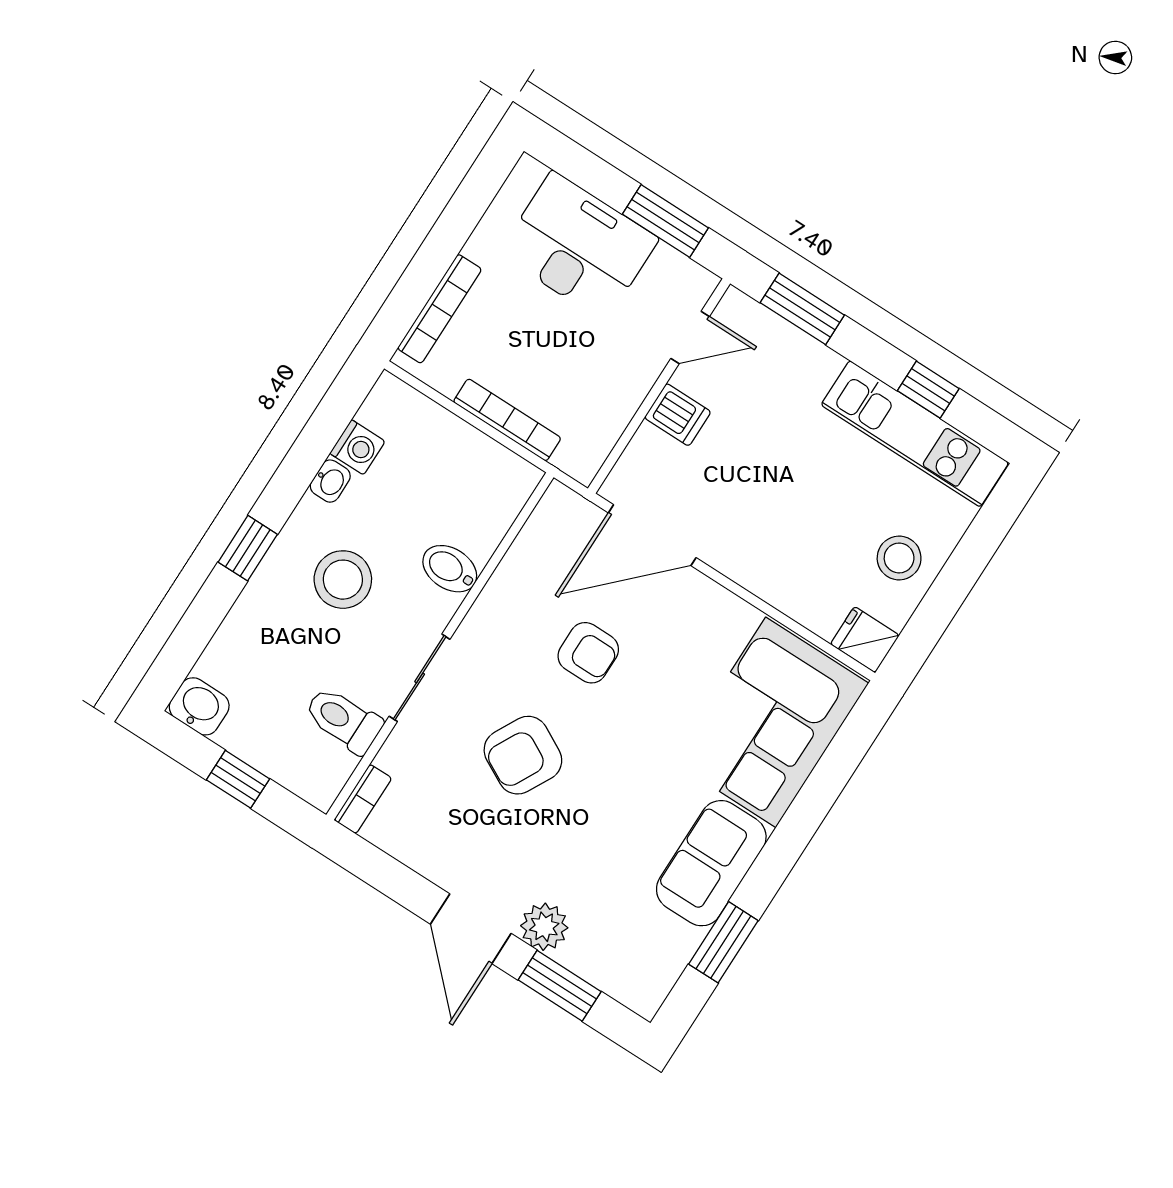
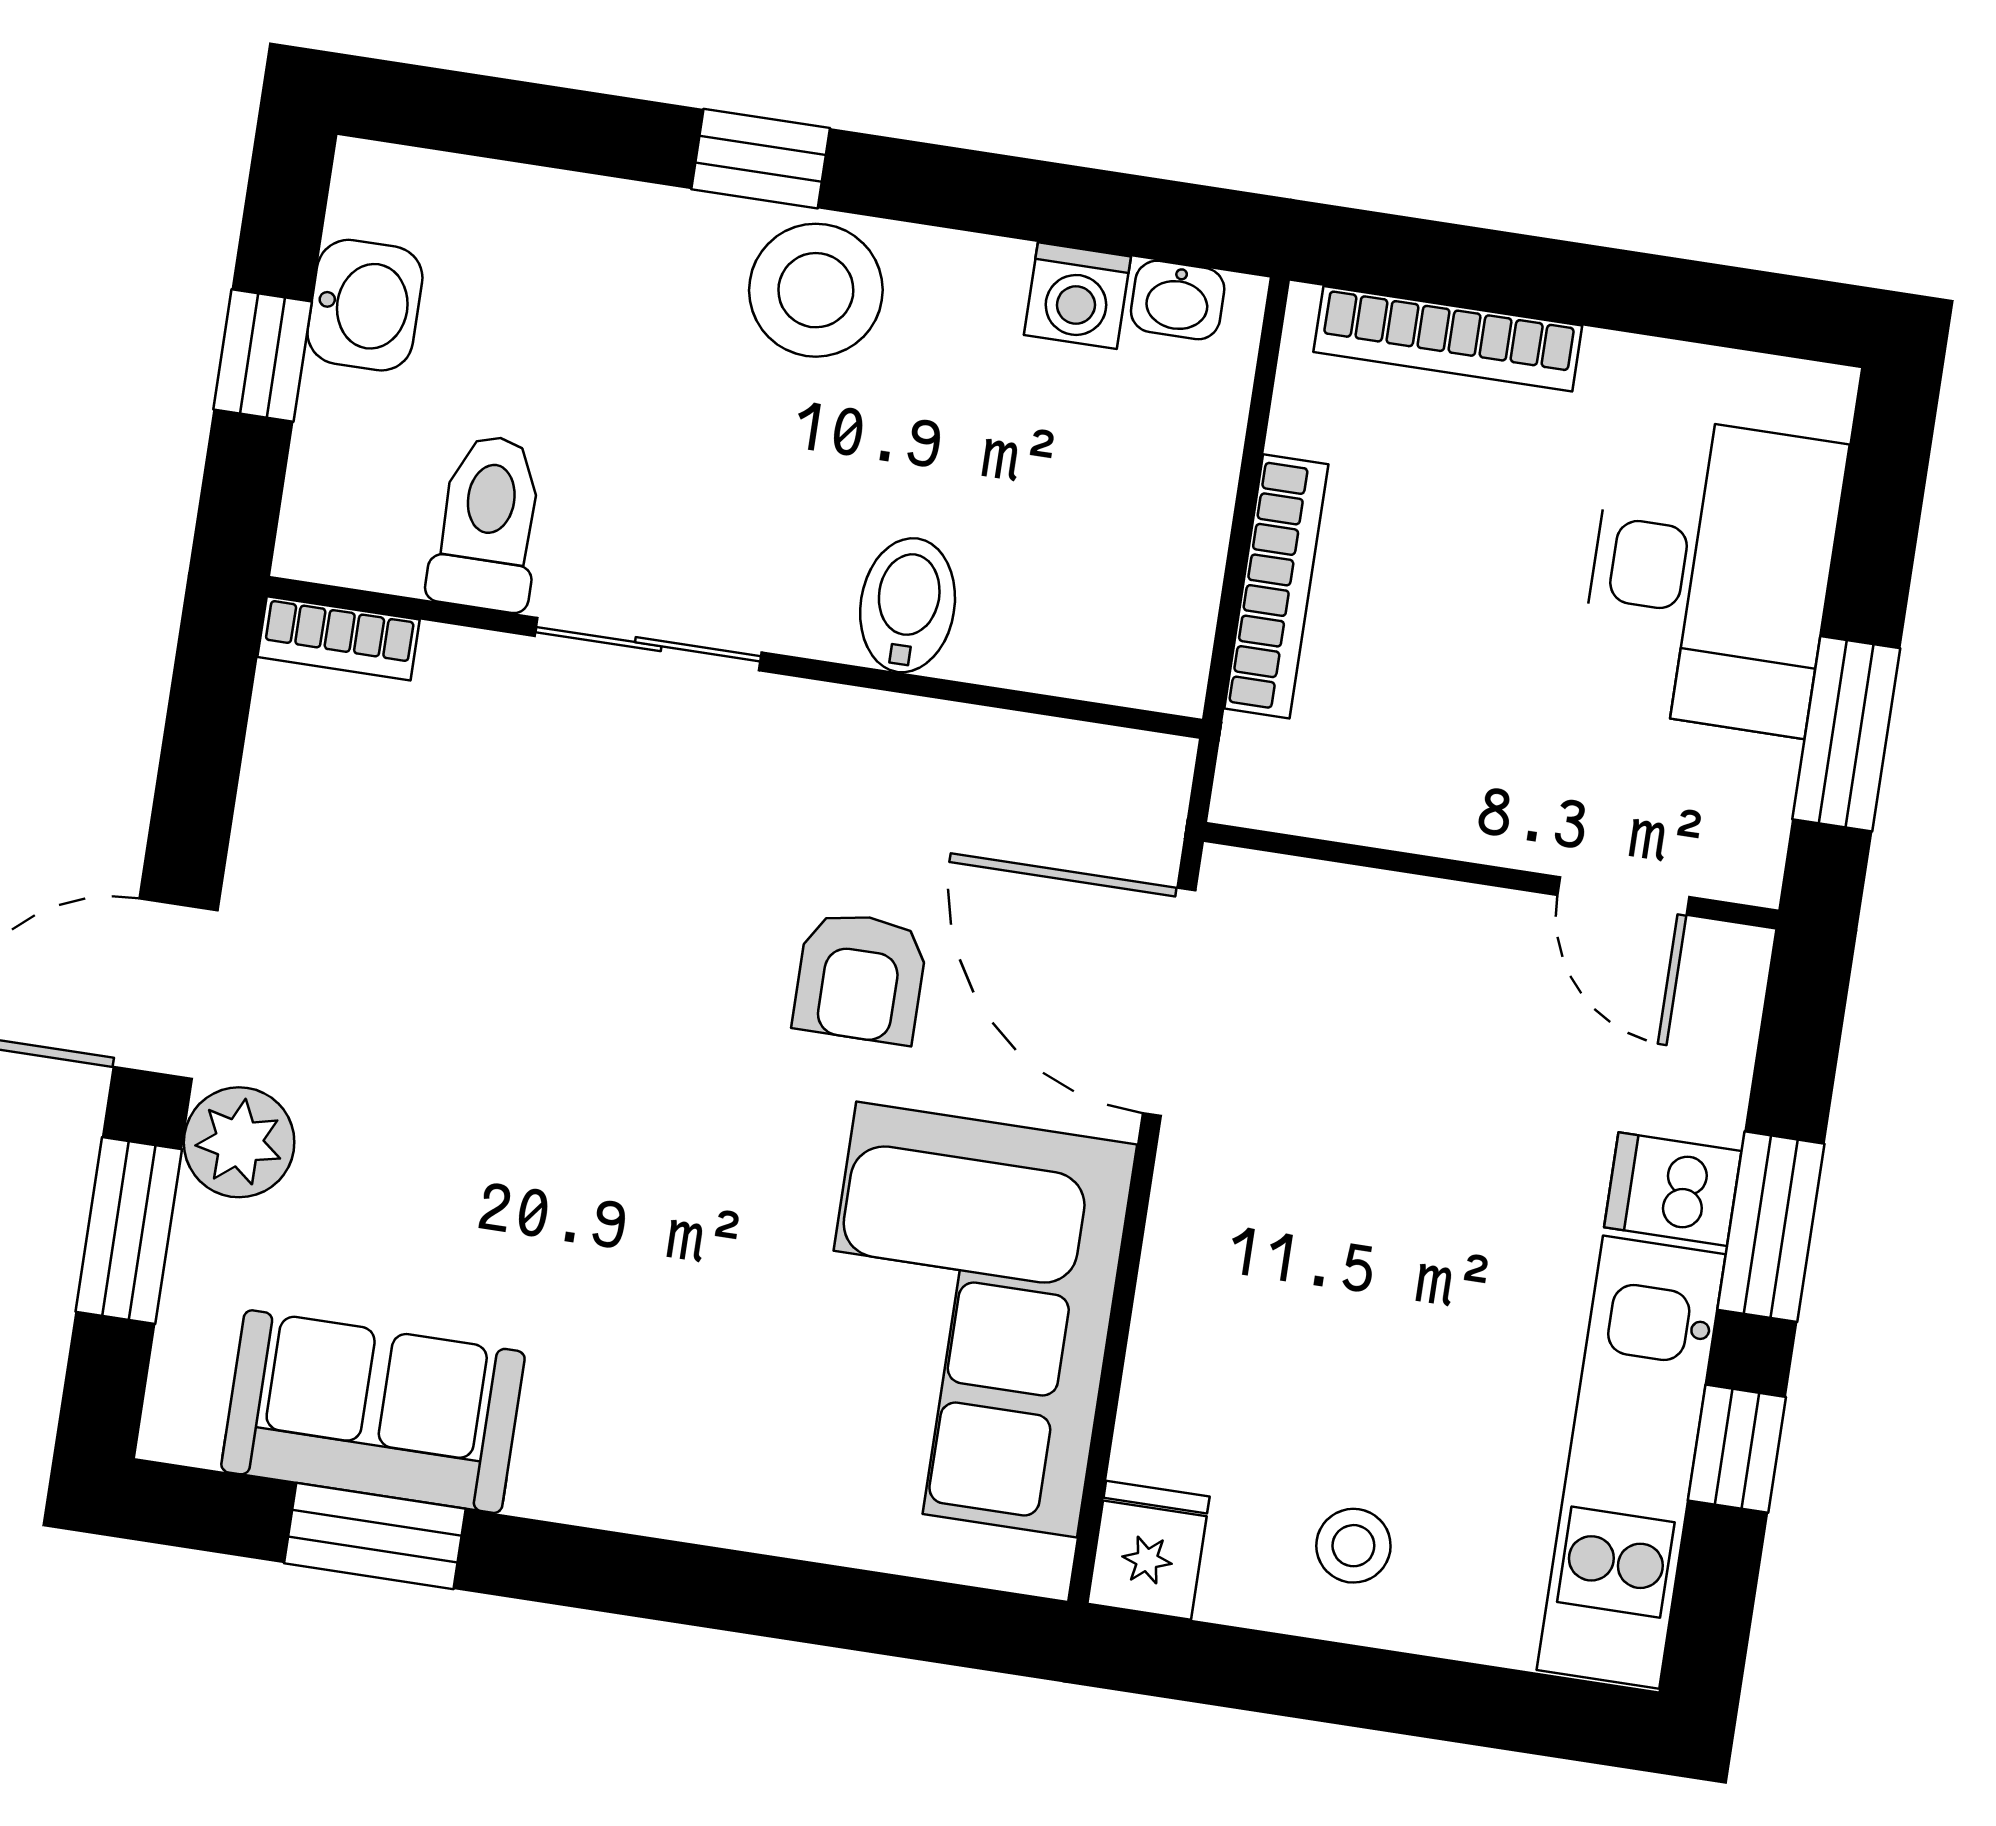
window: (802, 309) -> (1771, 1227), moved
dishwasher: (678, 415) -> (1673, 1189), moved, turned 90
washbasin: (330, 481) -> (1178, 300), moved
stool: (899, 558) -> (1353, 1546), width x0.73, depth x0.73
stool: (343, 580) -> (816, 290), moved
washbasin: (199, 706) -> (365, 305), moved
corner sofa: (771, 722) -> (967, 1320), moved, turned -90
armchair: (523, 755) -> (582, 936), removed
sofa: (711, 863) -> (373, 1412), moved

